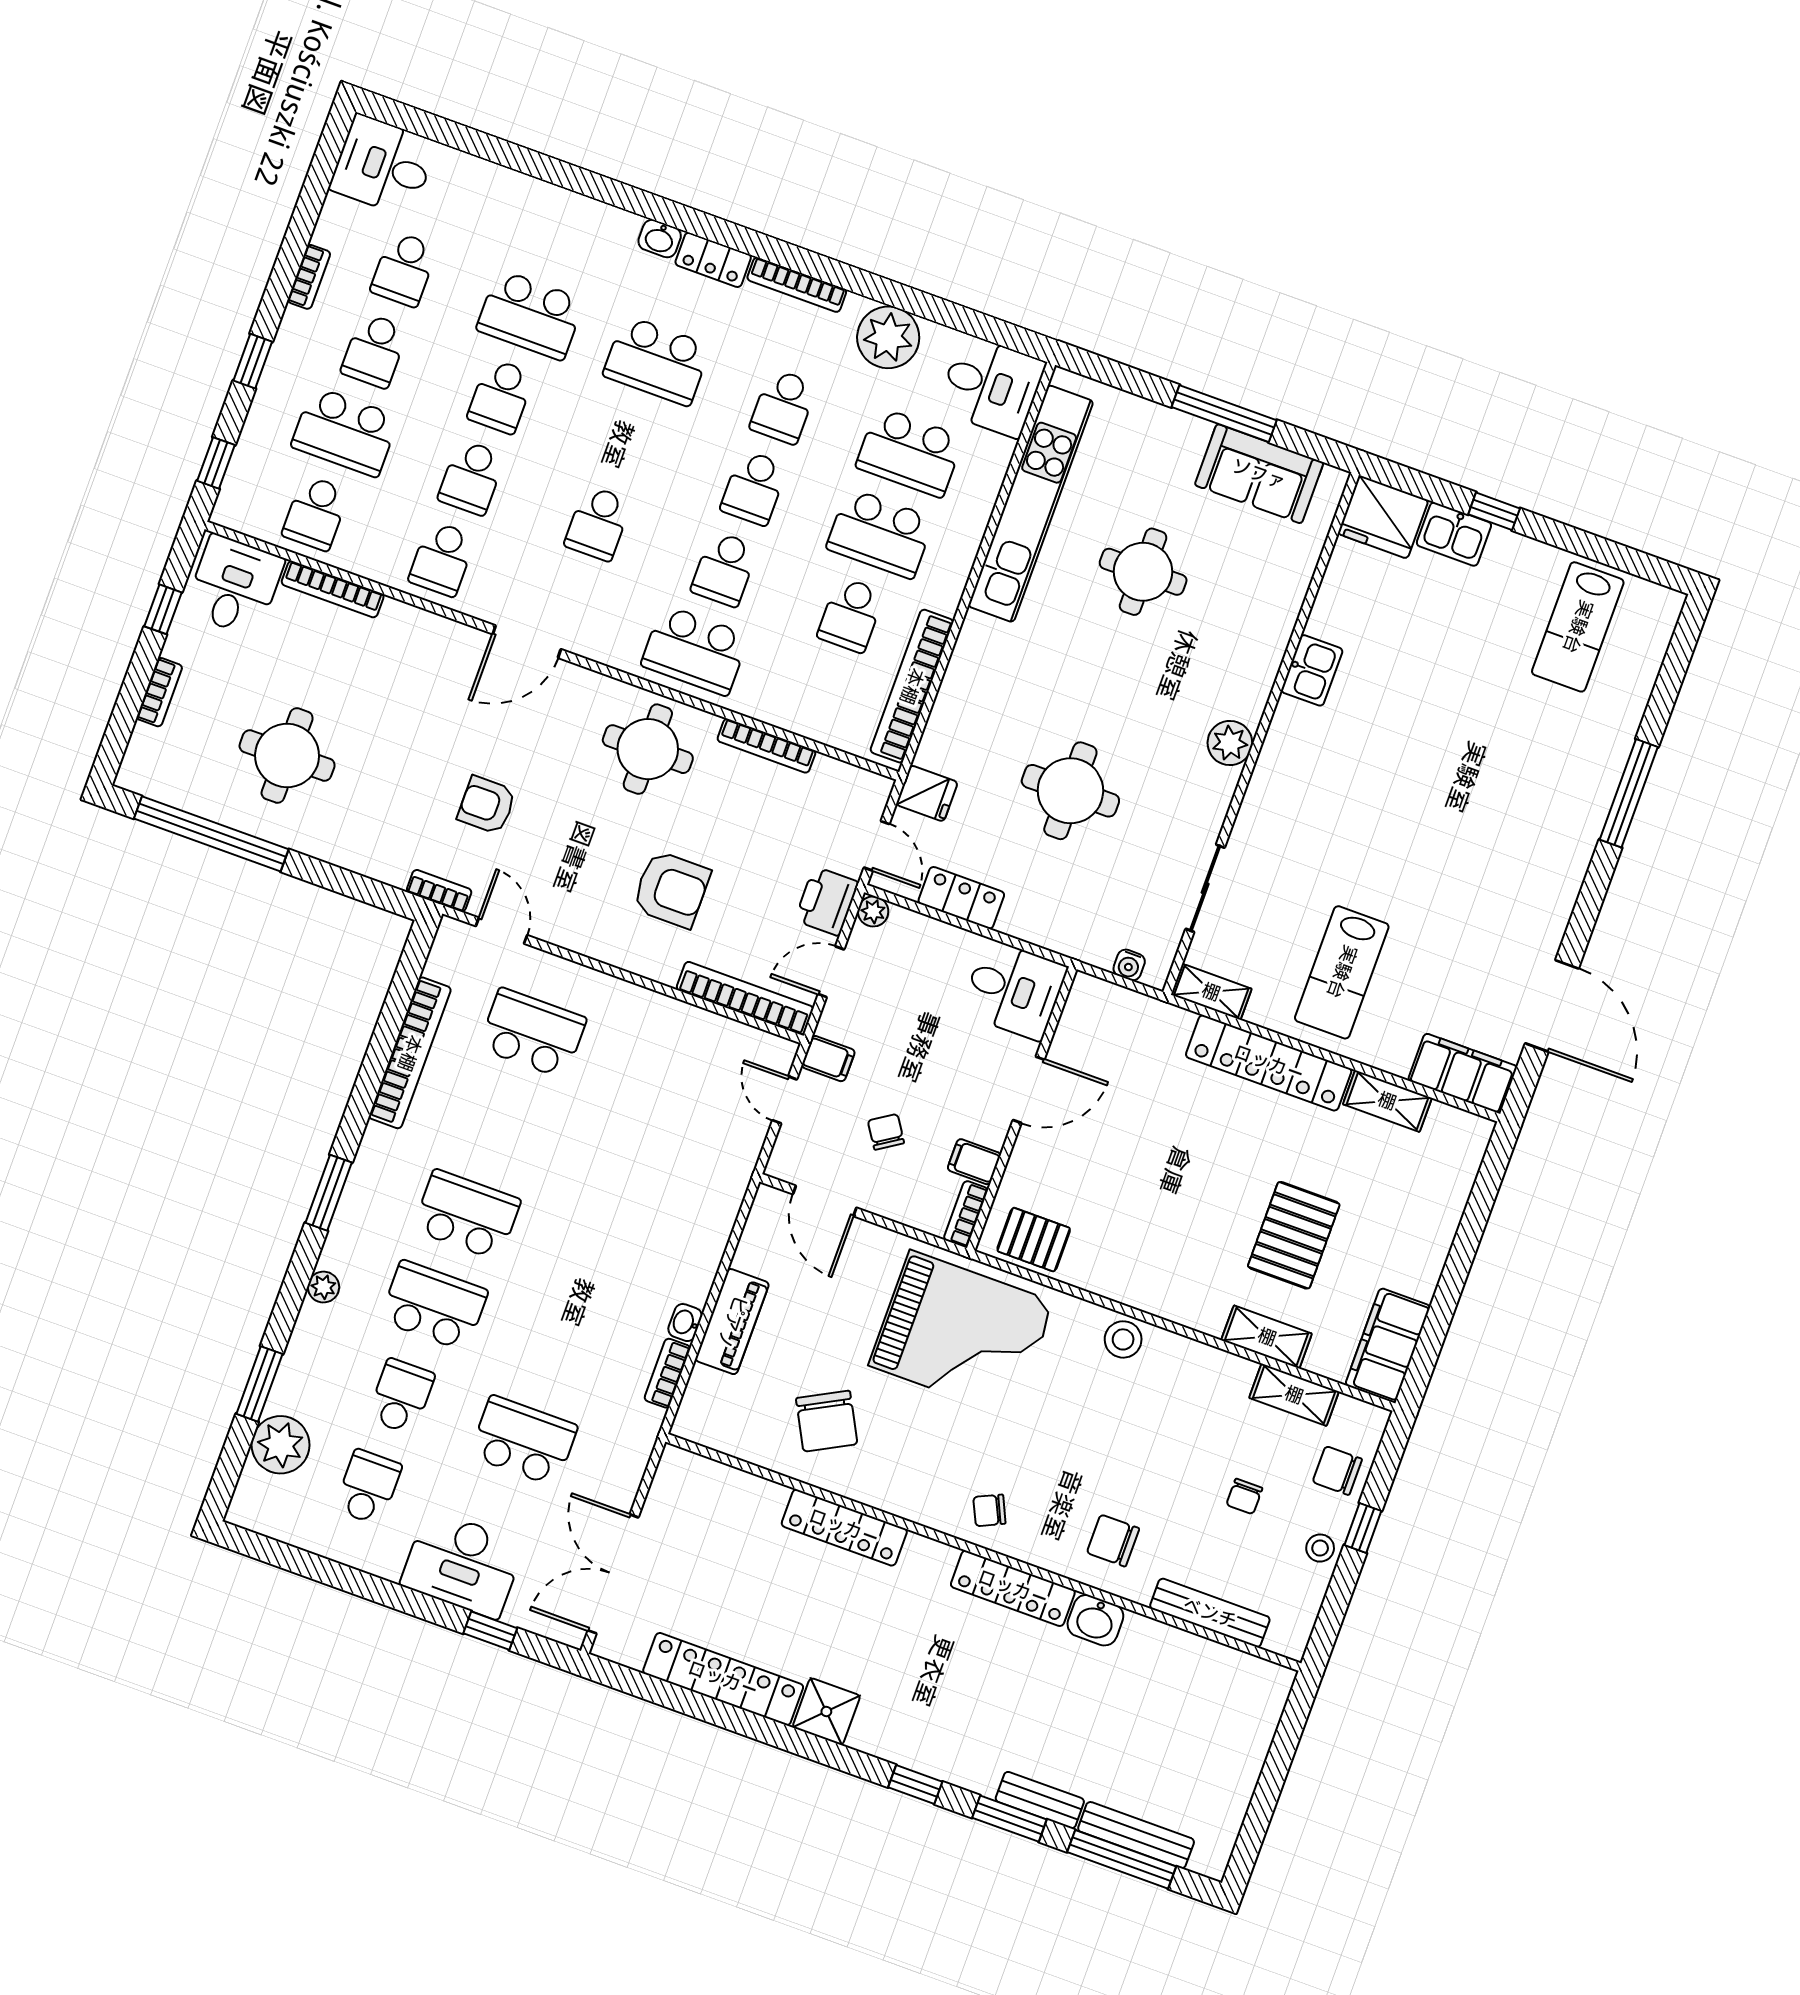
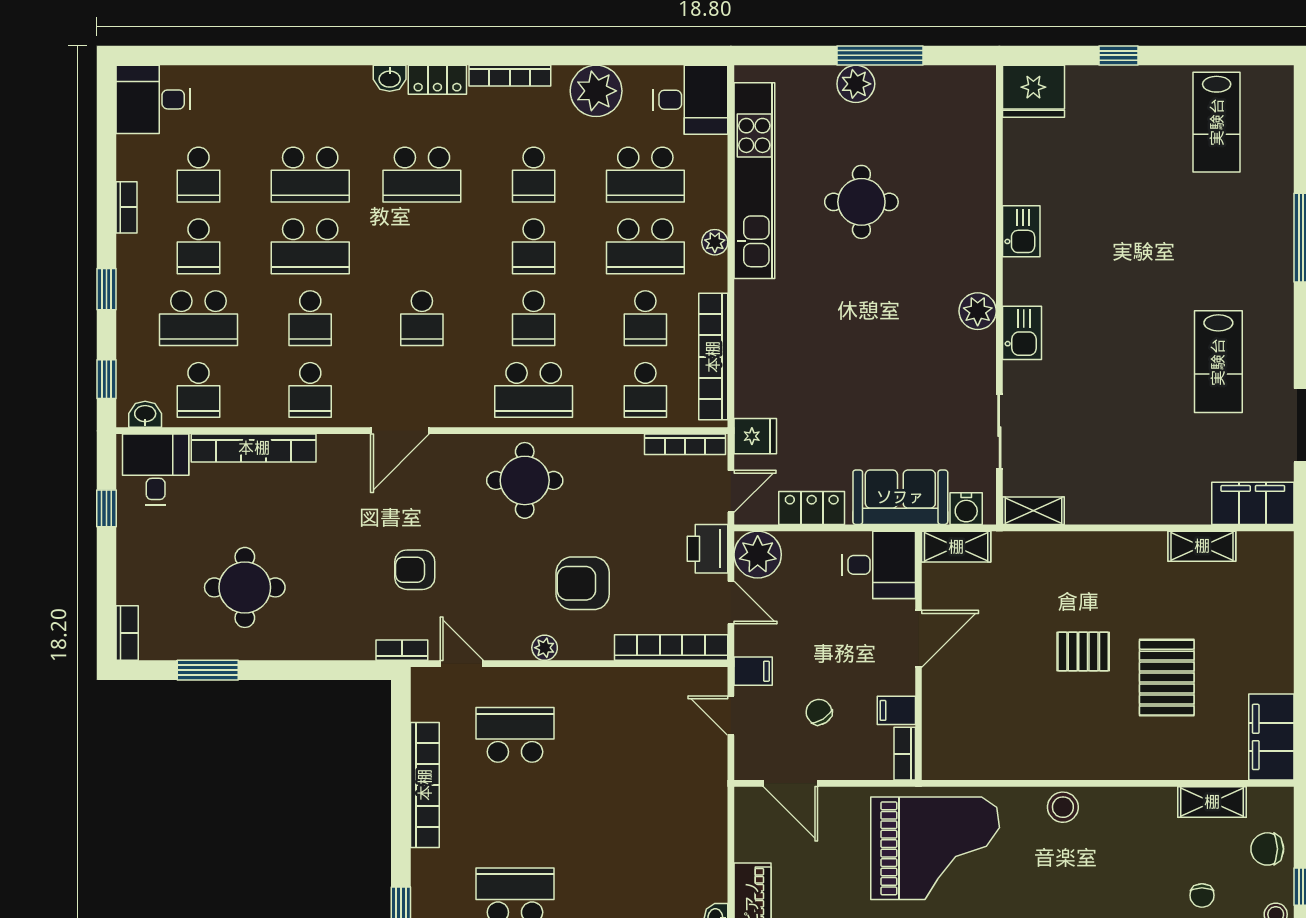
school desk: (501, 396) -> (310, 246), width x1.85
plant: (1185, 436) -> (856, 84), added
sofa: (1259, 474) -> (900, 497), moved, turned 180
washbasin: (245, 519) -> (145, 414), added
kitchen sink: (1454, 534) -> (1022, 333), moved, turned -90
plant: (961, 557) -> (715, 242), added
bookcase: (333, 589) -> (254, 448), width x1.48, depth x1.31
bookcase: (159, 692) -> (127, 633), moved
school desk: (821, 696) -> (645, 390), added
bookcase: (766, 746) -> (685, 444), moved
round table: (1070, 791) -> (867, 393), removed
window: (211, 834) -> (208, 670), width x0.47
door: (877, 846) -> (731, 491), hinge flipped
armchair: (671, 889) -> (583, 583), turned 180
plant: (873, 911) -> (758, 555), width x1.88, depth x1.88
plant: (602, 947) -> (545, 648), added
water cooler: (1129, 965) -> (966, 509), width x1.38, depth x1.38
door: (831, 972) -> (731, 603), swing flipped
lab bench: (1342, 972) -> (1218, 362), moved
locker: (1269, 1063) -> (1098, 550), removed
pallet: (1034, 1240) -> (1083, 651), moved
shelving: (1267, 1337) -> (956, 547), moved

